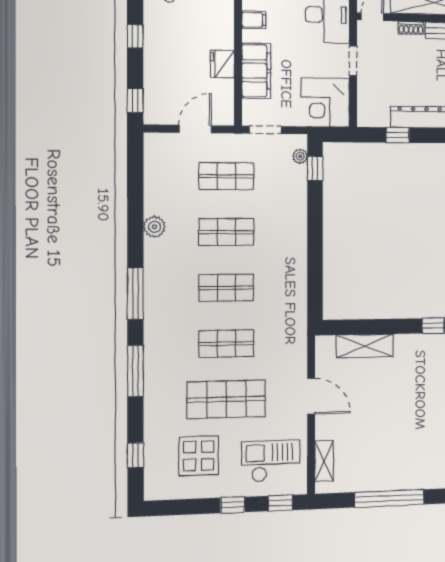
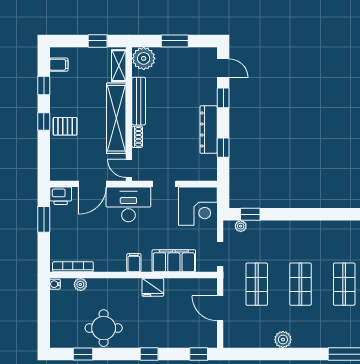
fridge: (222, 64) -> (153, 287), moved
plant: (154, 227) -> (283, 340), moved

